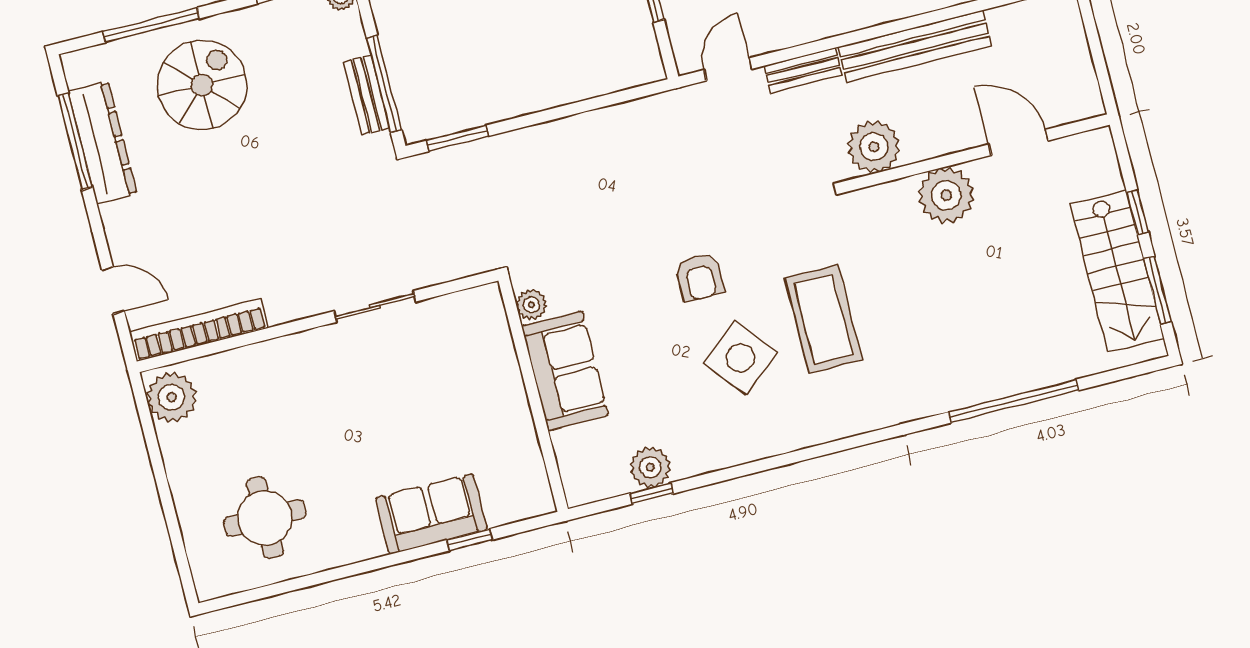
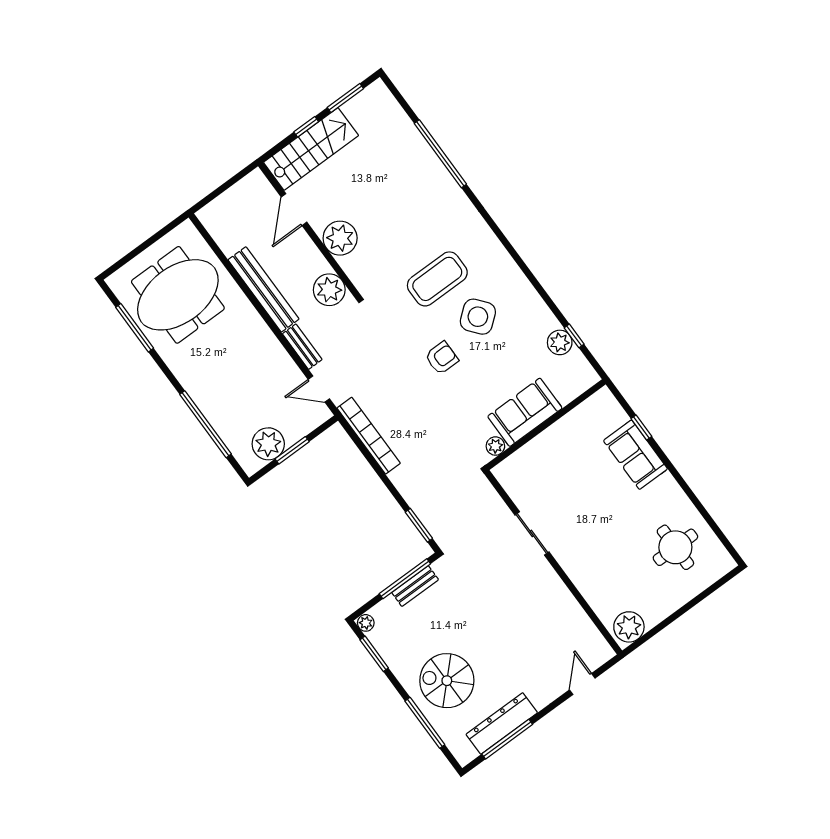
stairs: (1117, 271) -> (311, 149), moved
bookcase: (199, 330) -> (369, 436), moved, turned 180

